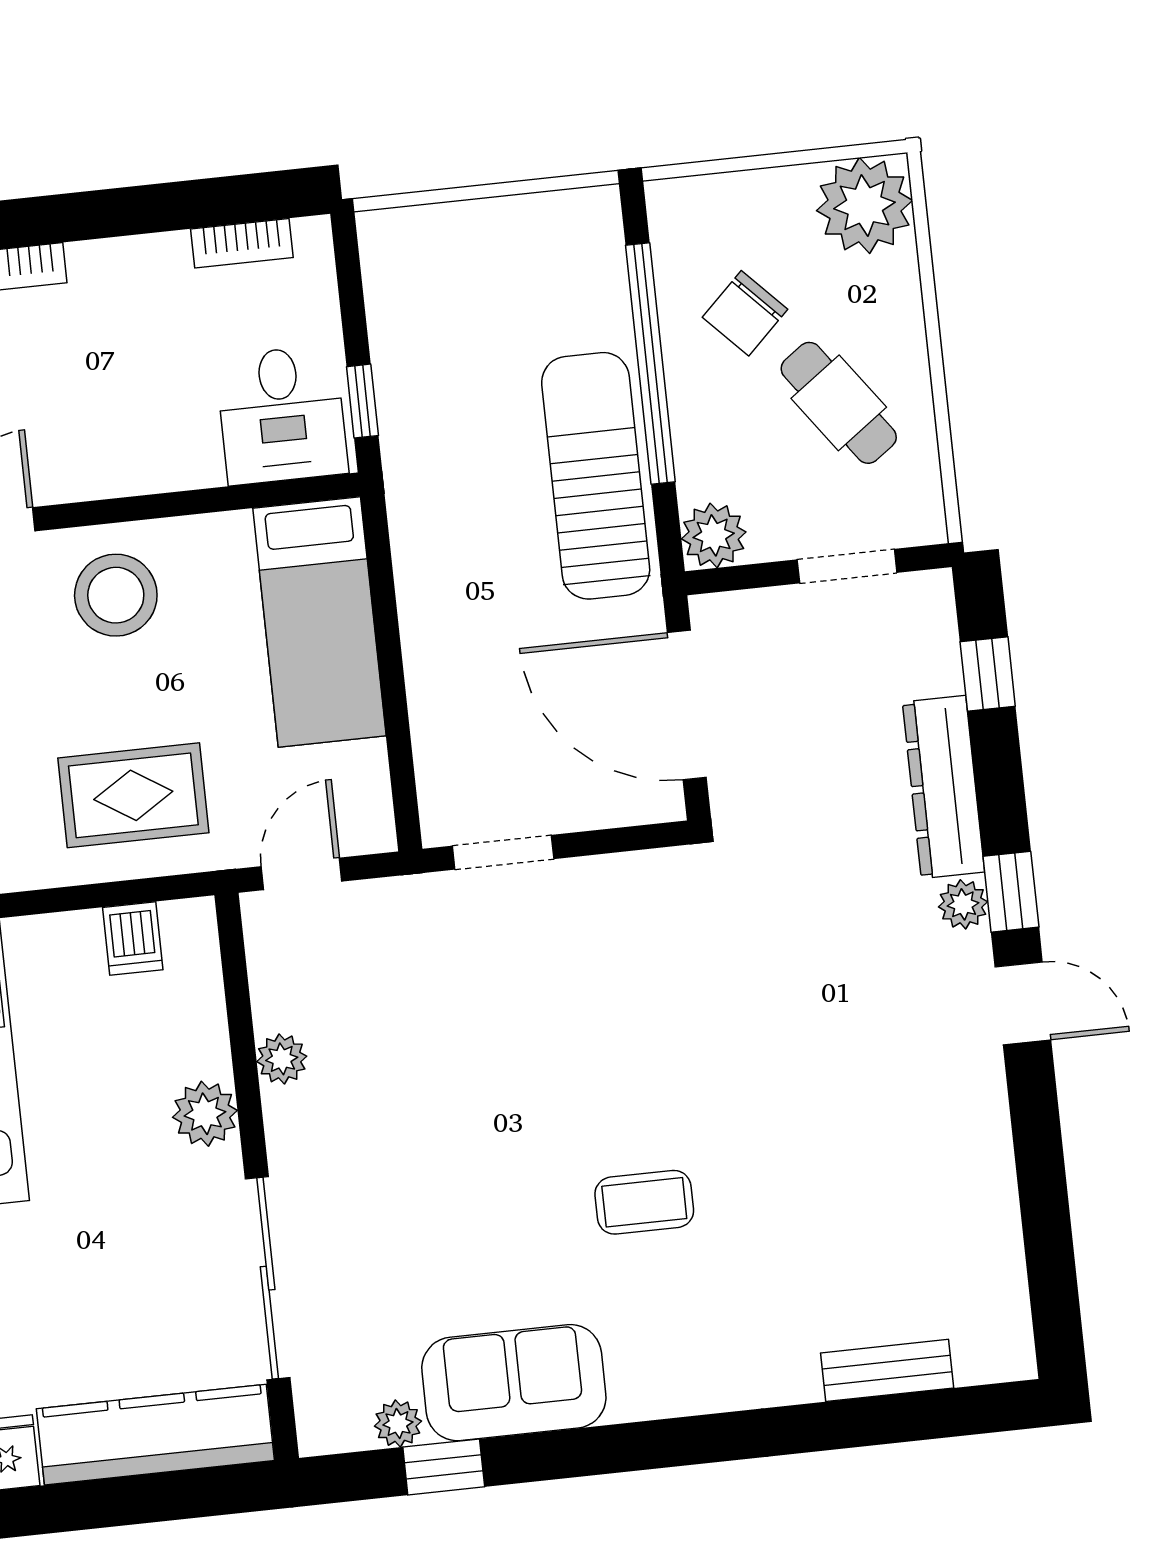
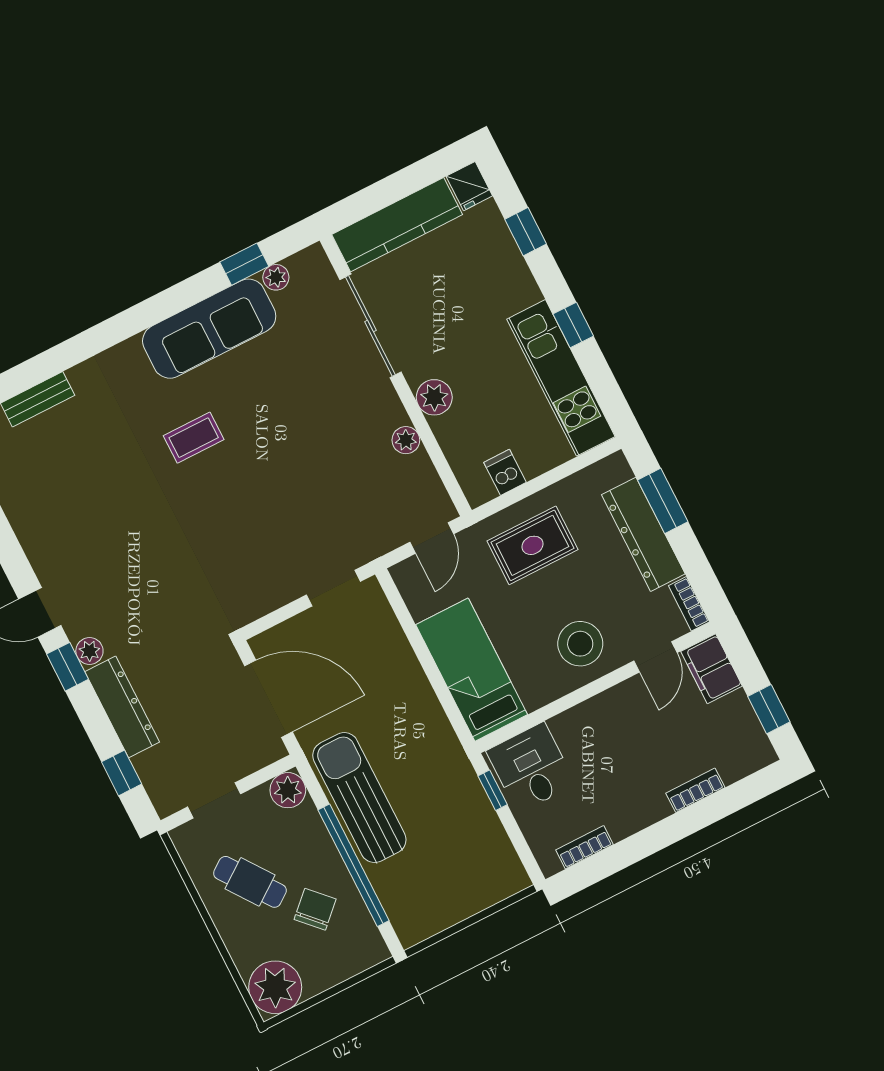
sun lounger: (596, 476) -> (359, 798), turned 180
sofa: (514, 1383) -> (209, 329), width x1.36

